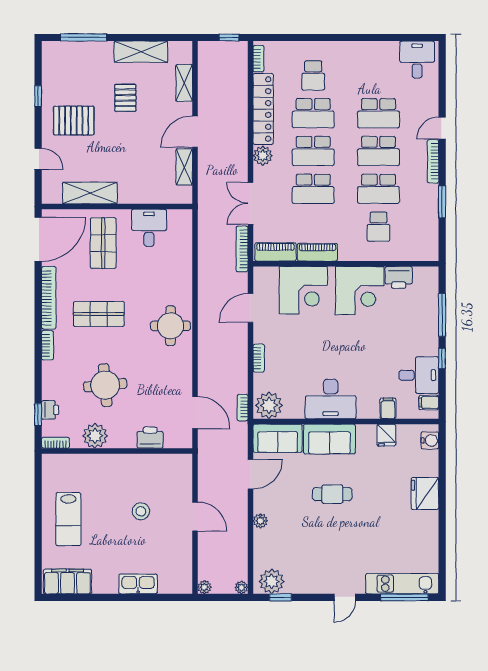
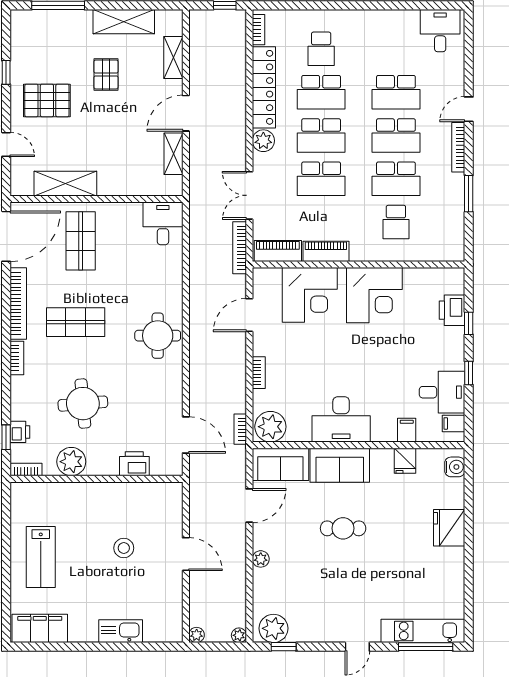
desk: (149, 228) -> (163, 223), moved
printer: (399, 277) -> (452, 310), moved, turned 90
window: (442, 315) -> (469, 323), width x0.46

